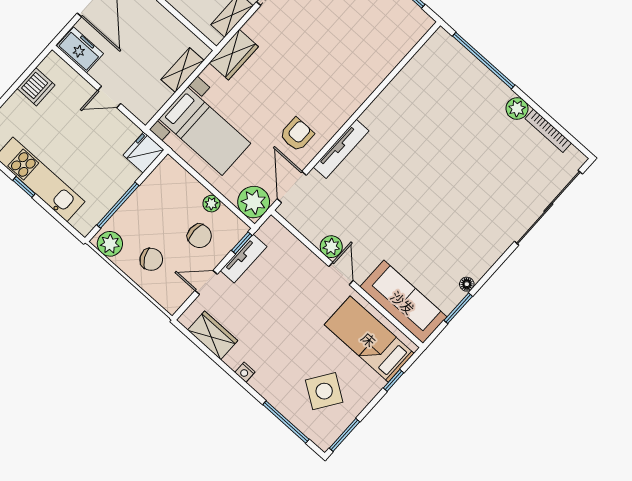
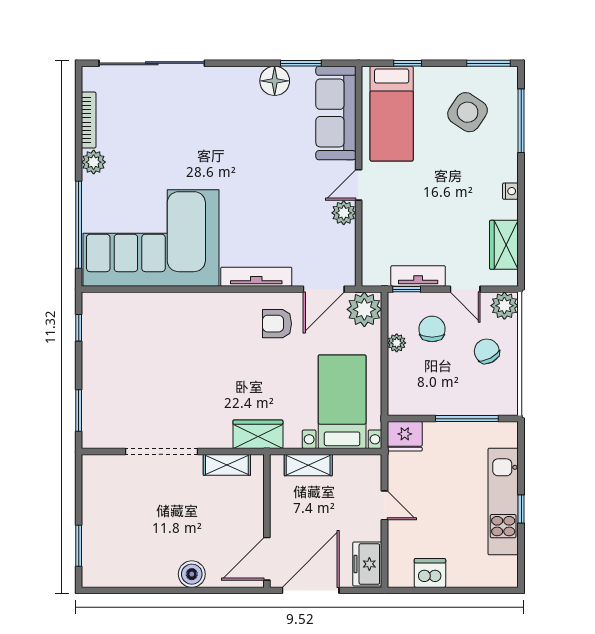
corner sofa: (431, 101) -> (151, 238), added
plant: (110, 244) -> (504, 306), moved
floor lamp: (467, 284) -> (275, 81), width x1.89, depth x1.89

